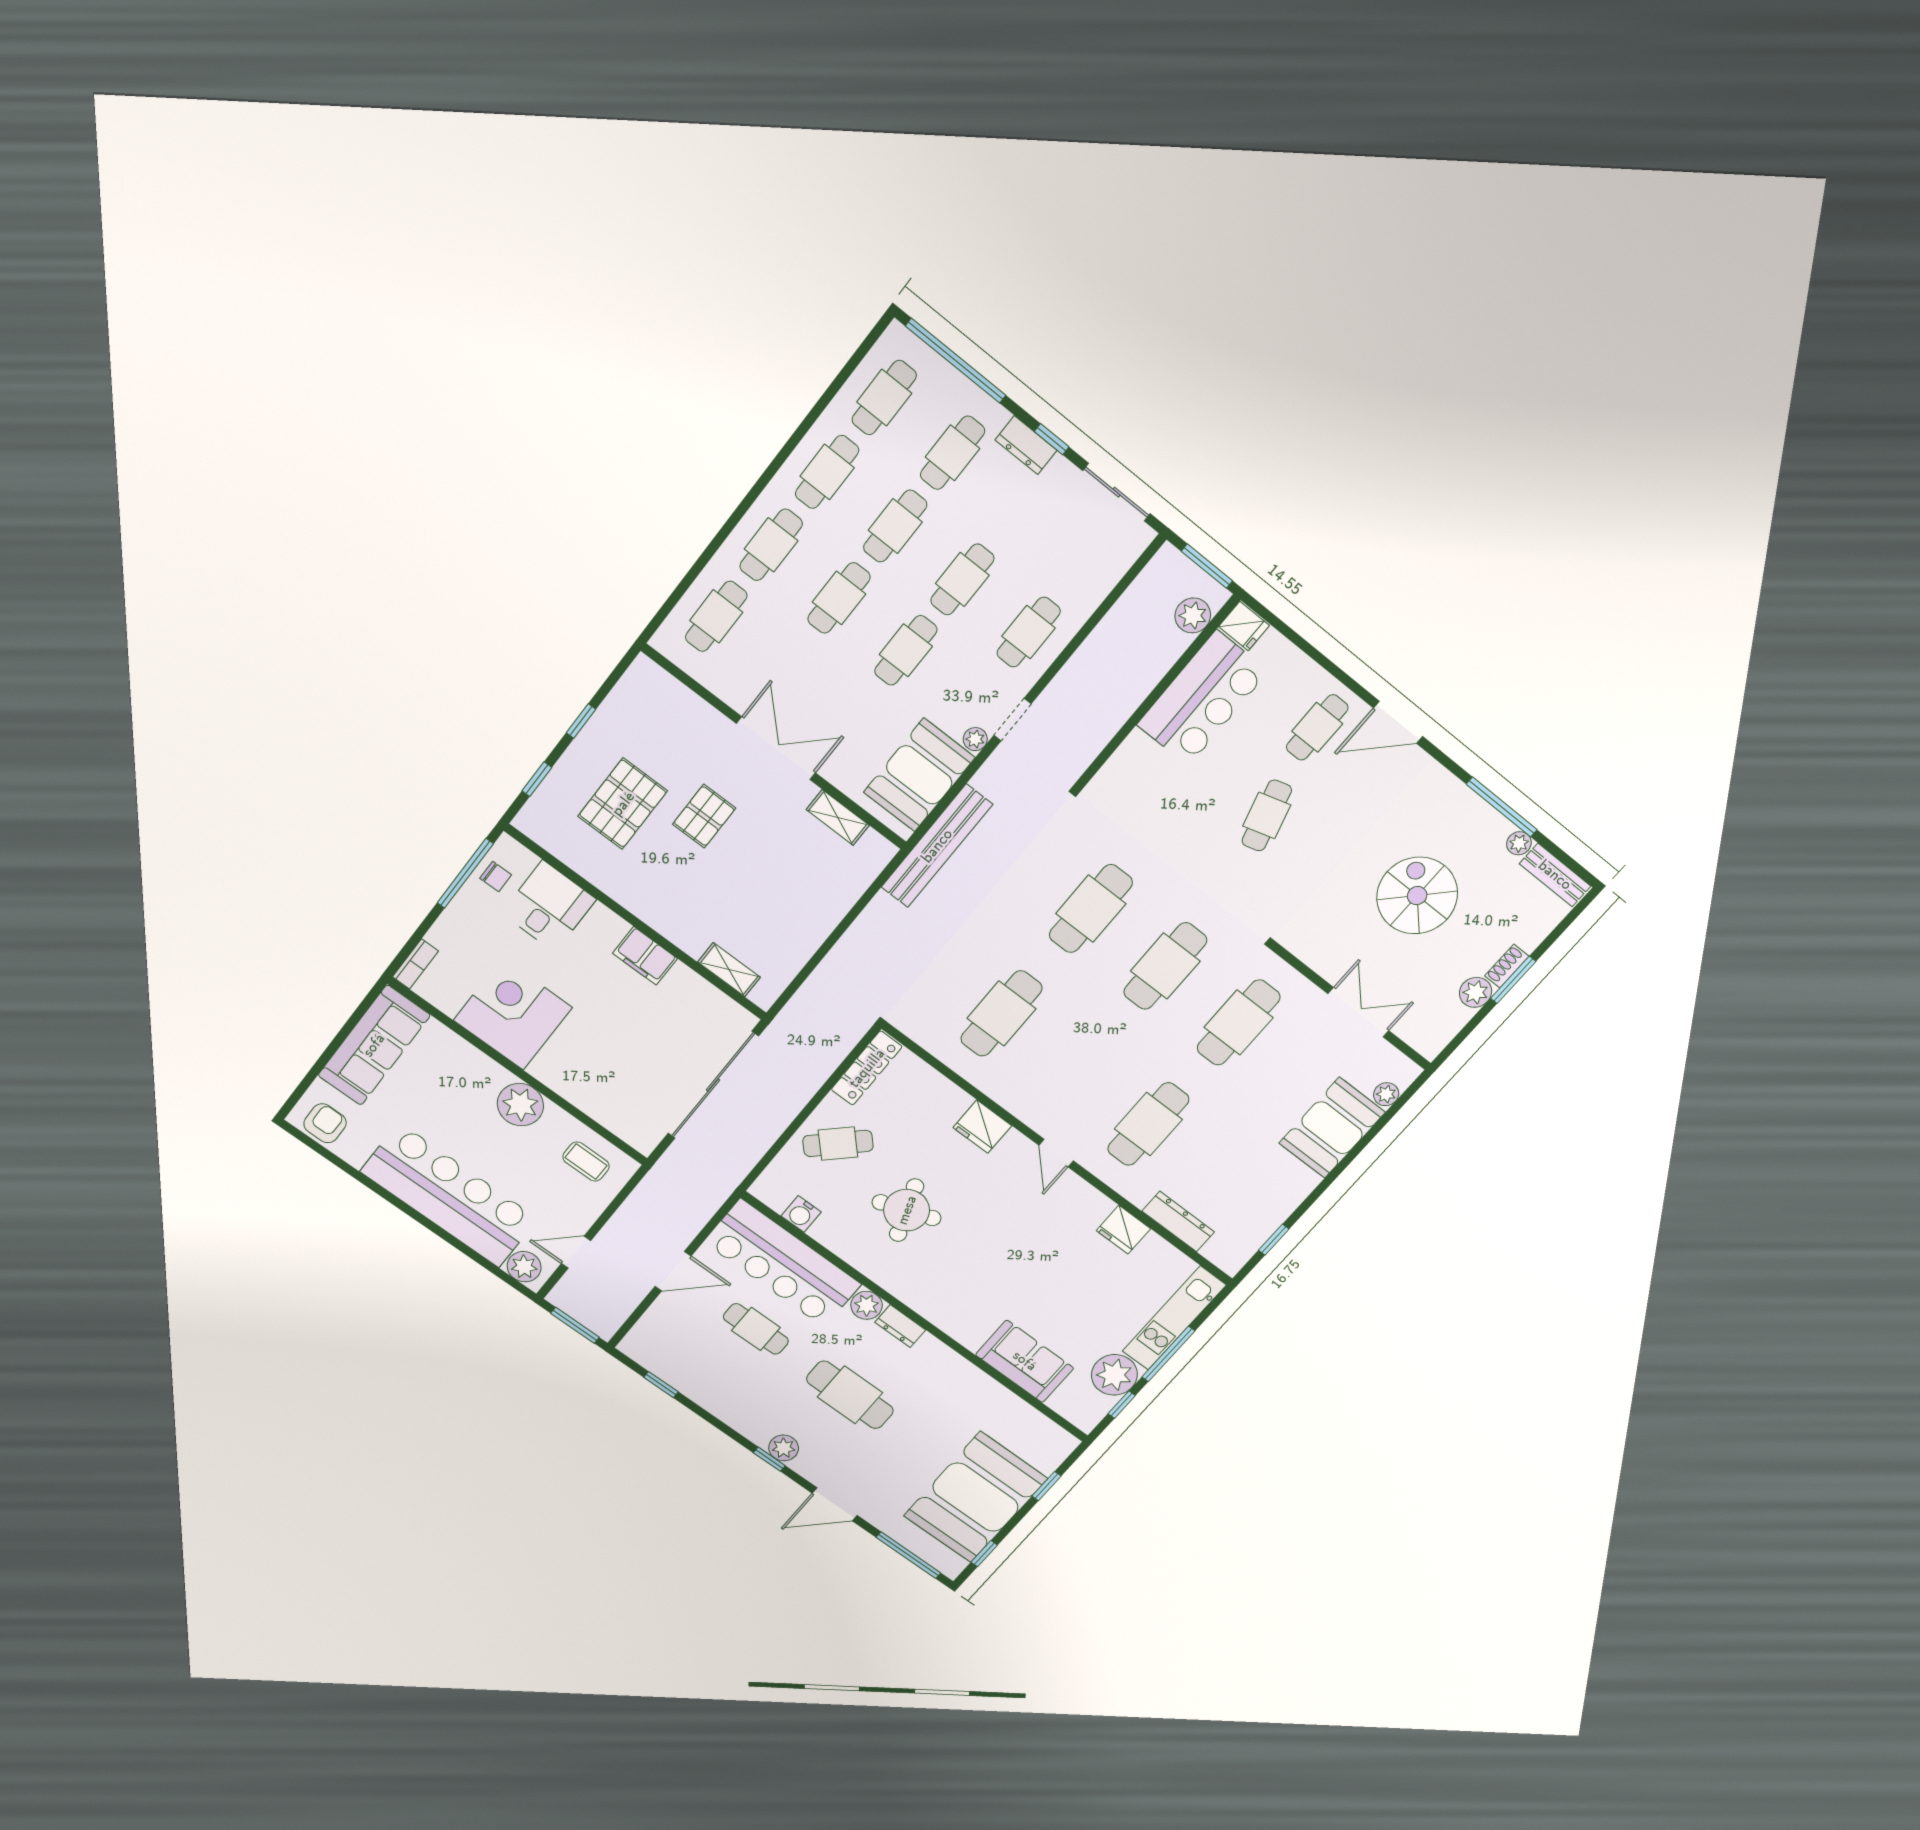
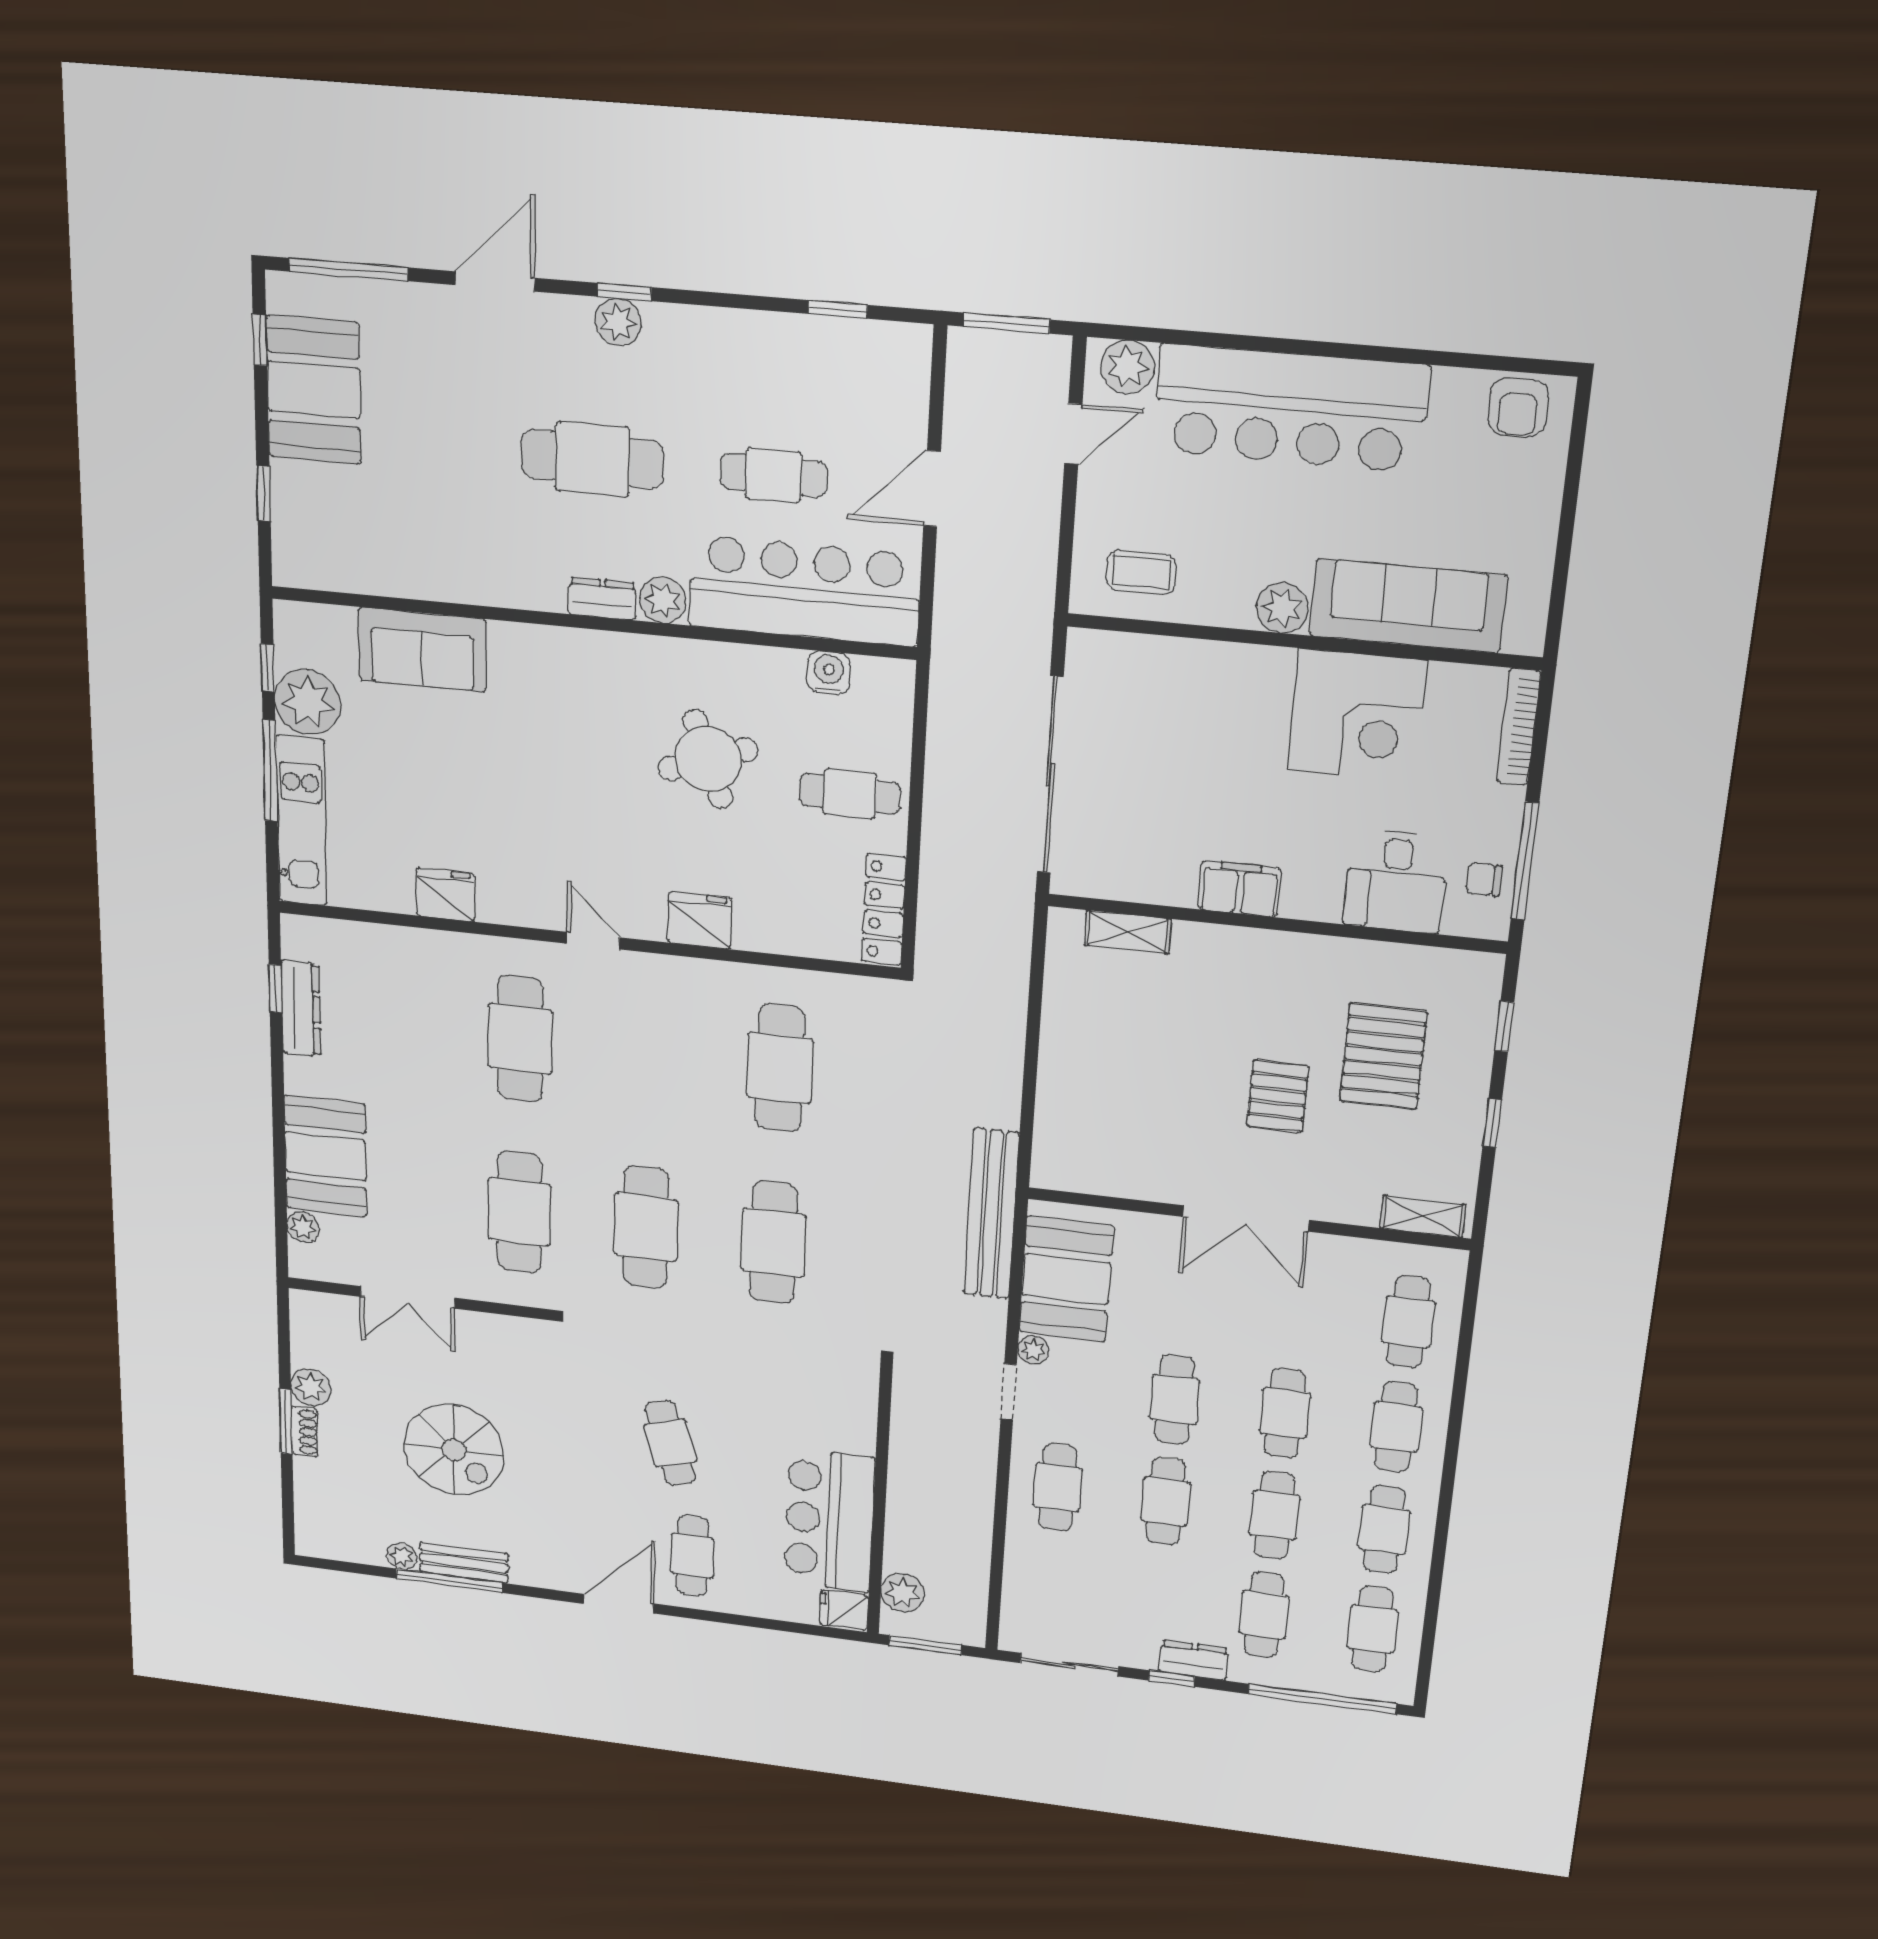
shelving: (838, 817) -> (1423, 1216), moved
bench: (1555, 875) -> (464, 1563), moved
bookcase: (415, 964) -> (1519, 727), width x1.56
sofa: (374, 1045) -> (1408, 606), moved, turned 90
plant: (520, 1105) -> (1282, 608), width x0.73, depth x0.73
cafe table: (838, 1143) -> (850, 794), turned 44
dresser: (1178, 1222) -> (301, 1008), moved, turned -90
booth: (976, 1497) -> (314, 390), width x0.73, depth x0.70

